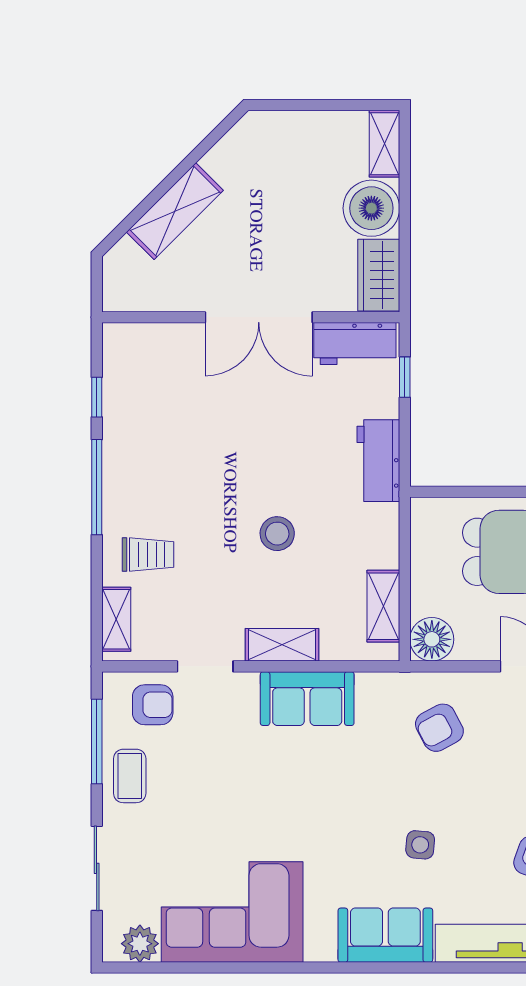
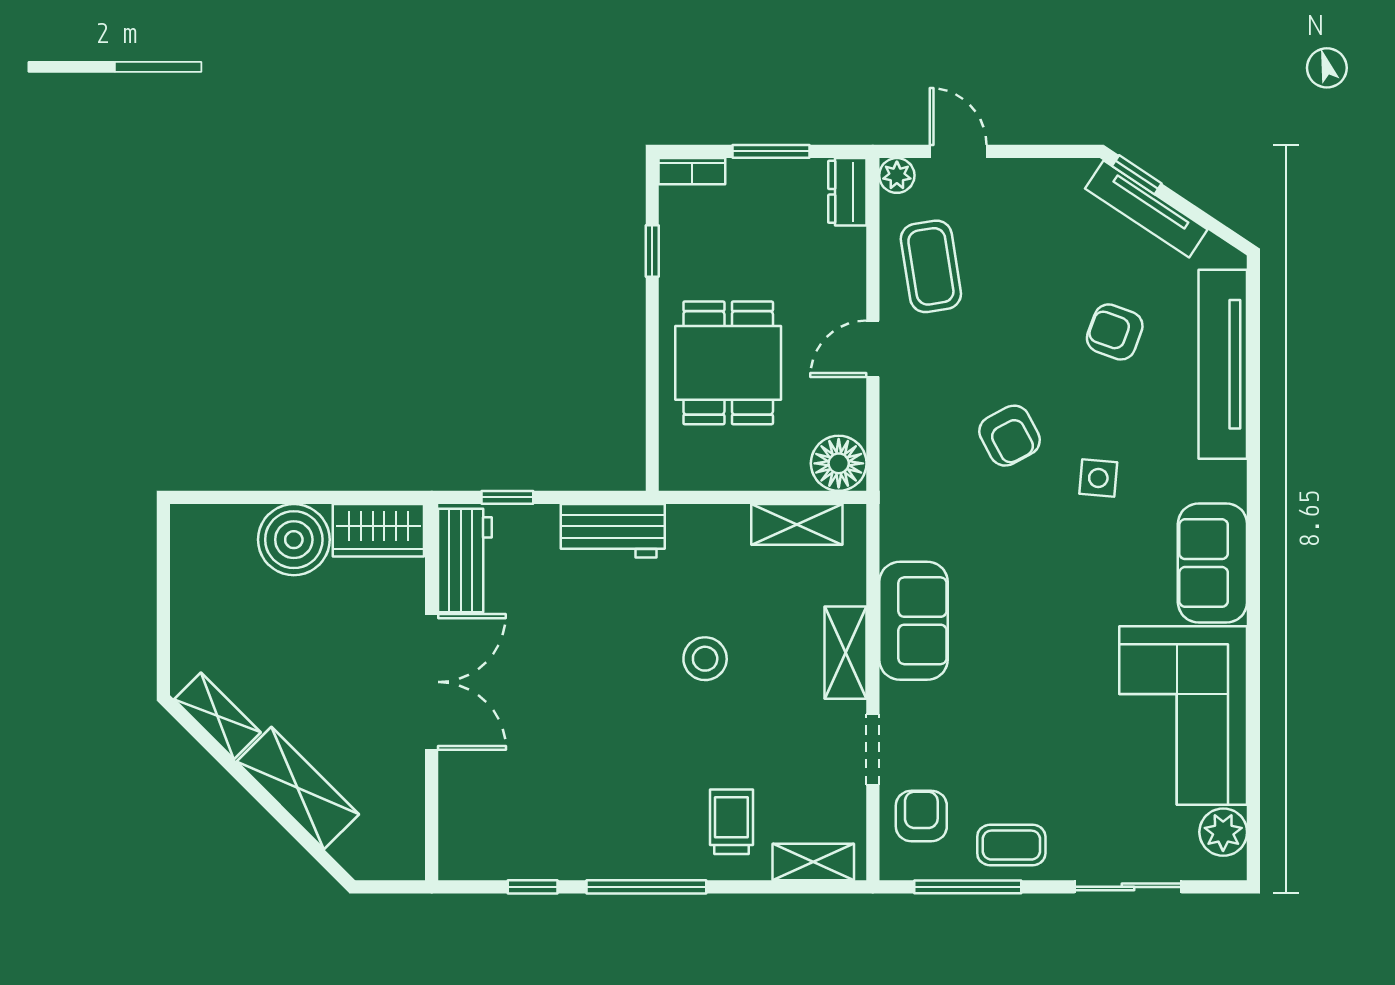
shelving: (385, 144) -> (217, 716), moved, turned 45
armchair: (439, 728) -> (1010, 436), moved
sofa: (385, 935) -> (1212, 563), moved

